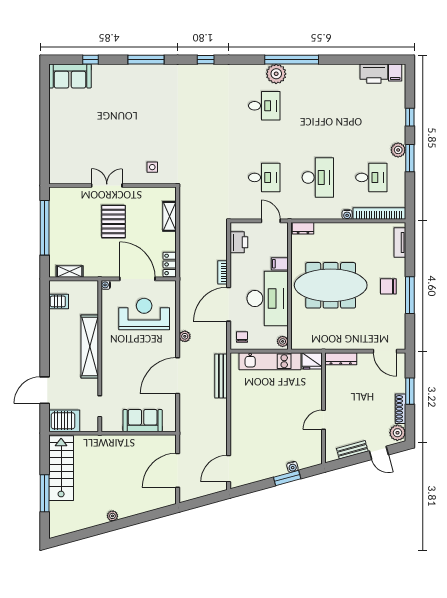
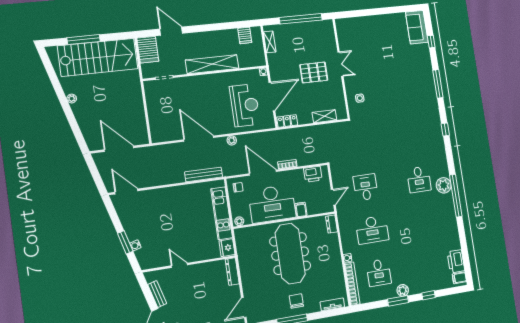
desk: (264, 177) -> (366, 187), turned 180
sofa: (143, 421) -> (157, 114), removed
stairs: (61, 468) -> (98, 57), width x1.36, depth x1.51

